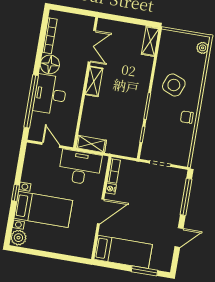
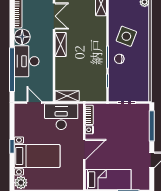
chair: (187, 117) -> (119, 59), moved

